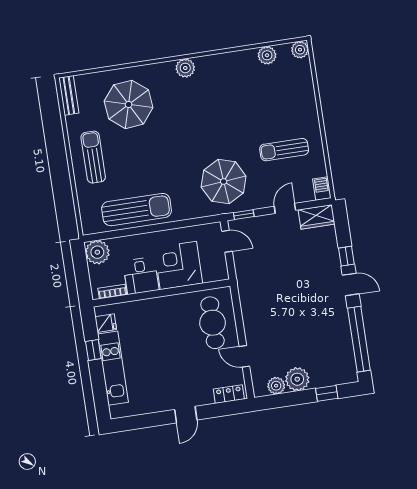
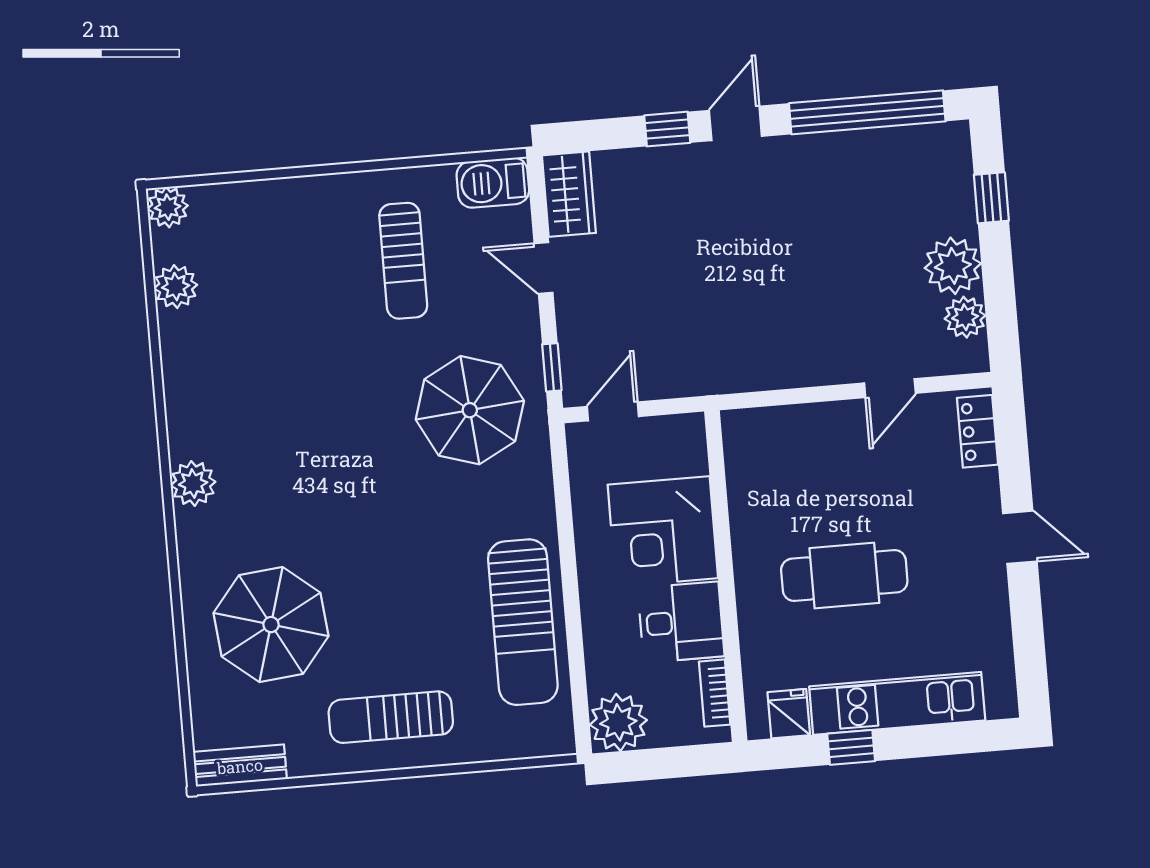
barbecue: (322, 189) -> (493, 183), width x1.38, depth x1.27
sun lounger: (137, 210) -> (523, 622), turned 180
cafe table: (213, 323) -> (844, 576), moved

